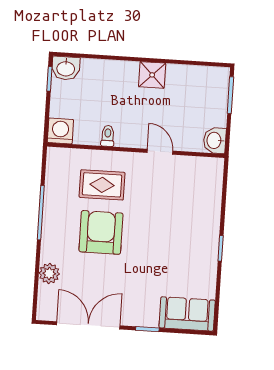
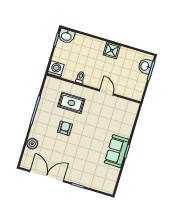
washbasin: (215, 140) -> (145, 66), moved
armchair: (101, 232) -> (65, 128), width x0.53, depth x0.53
sofa: (187, 314) -> (117, 151), moved, turned -90

